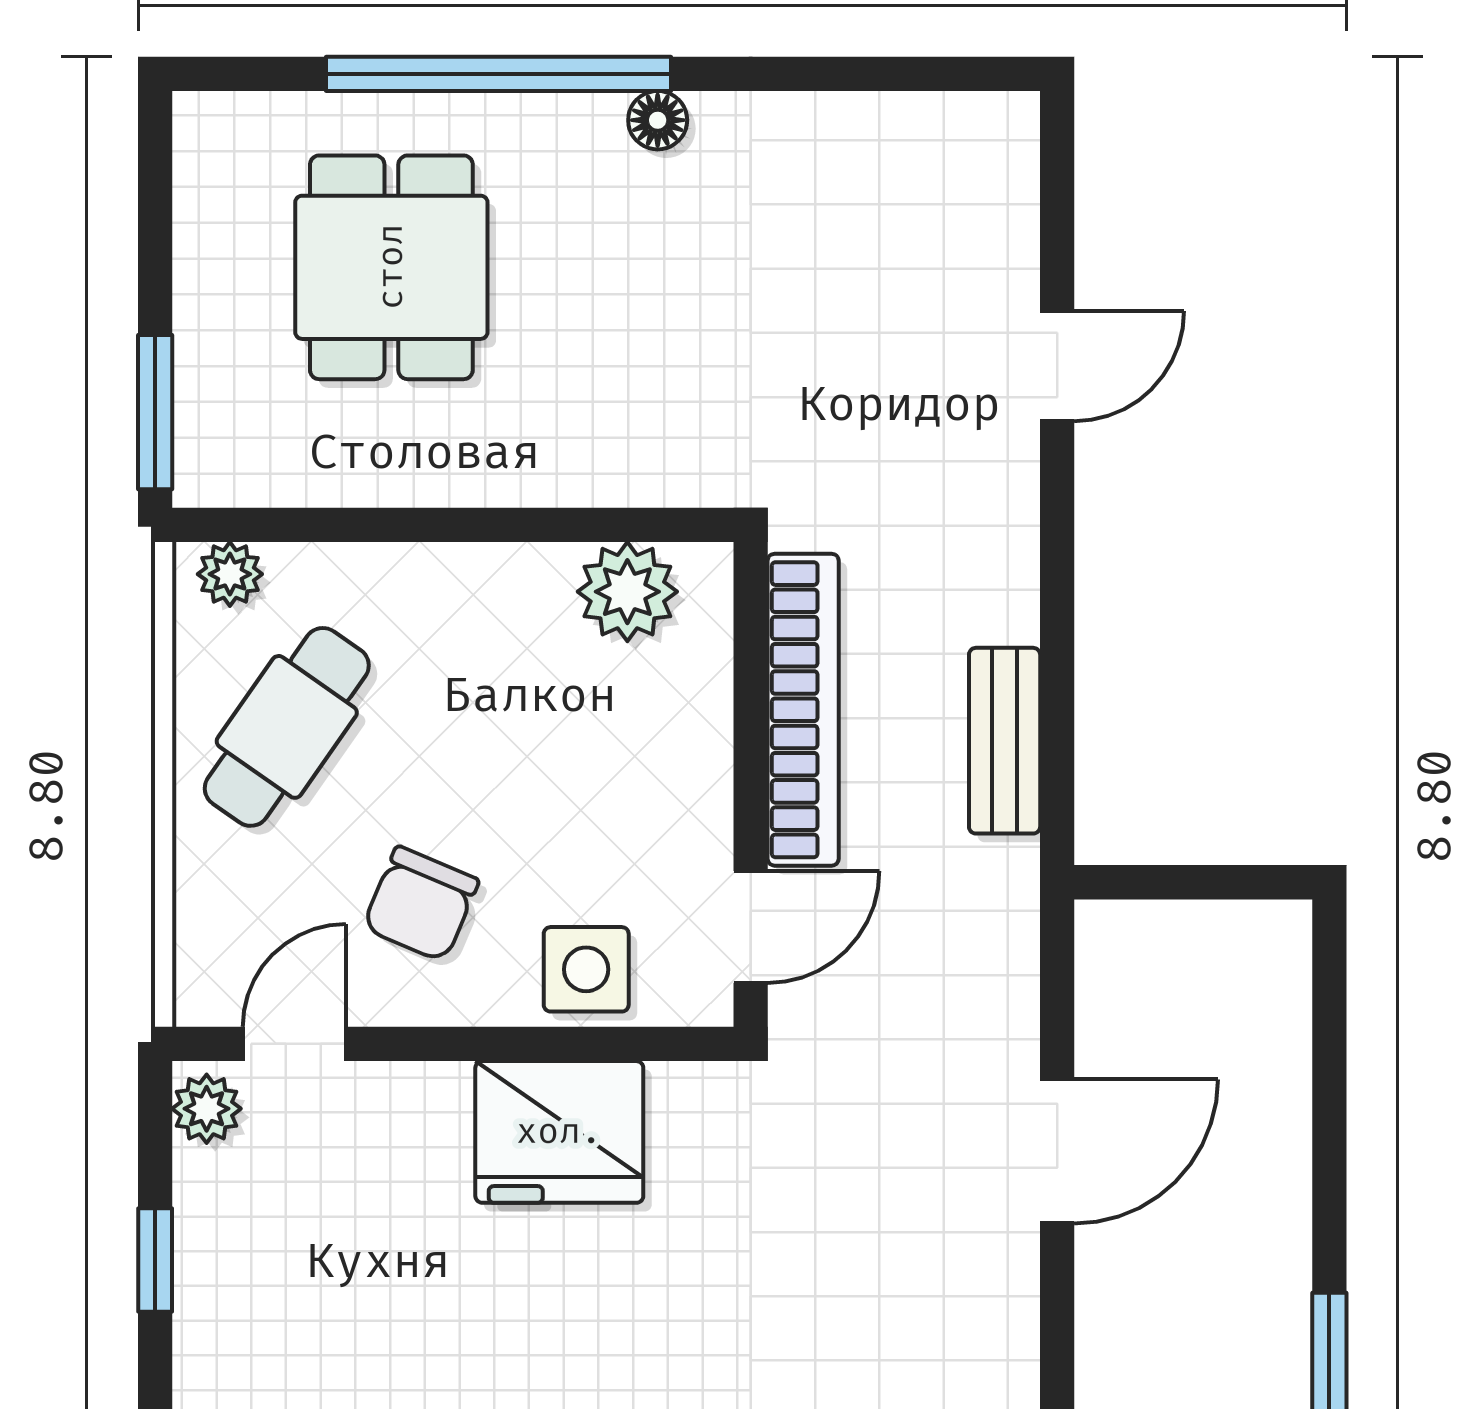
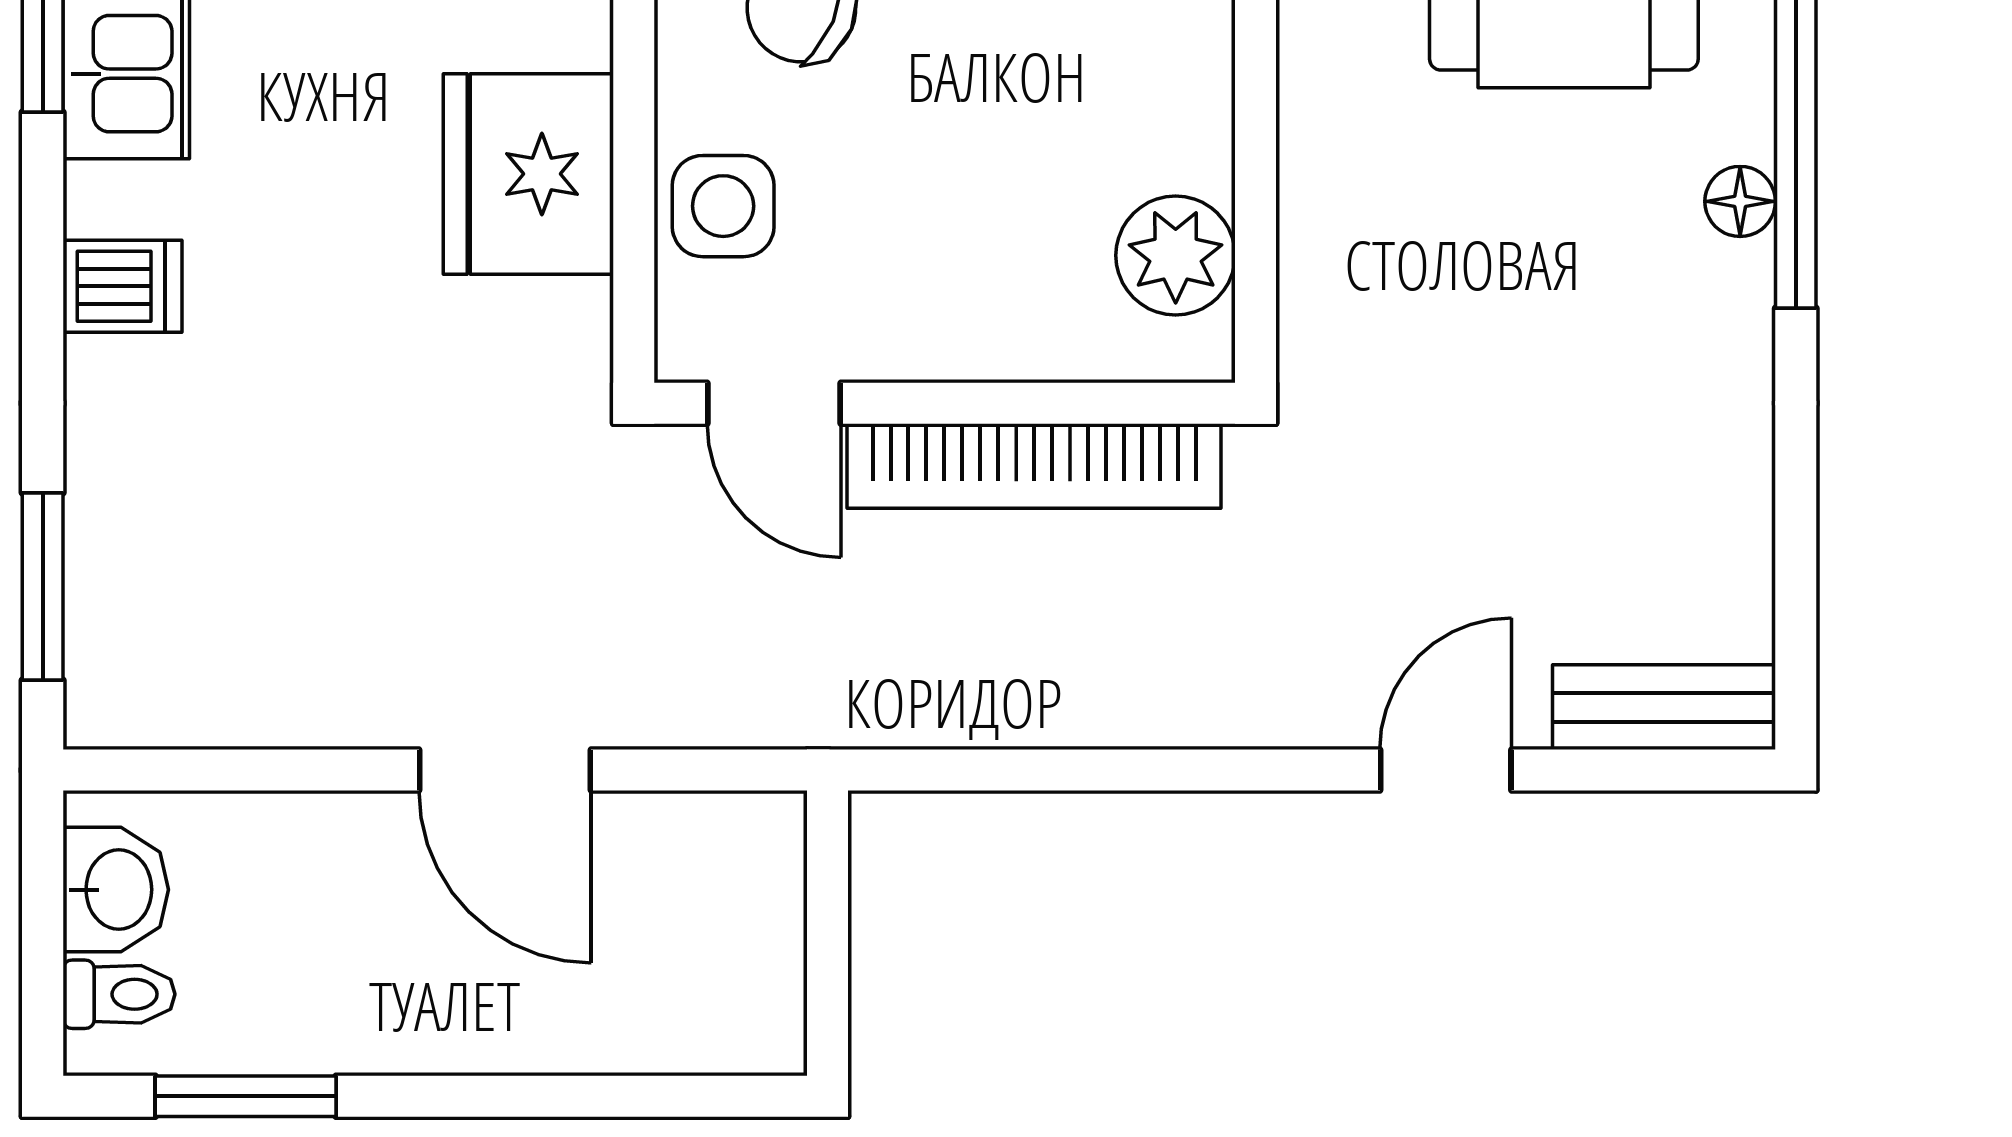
floor lamp: (658, 120) -> (1740, 201), moved
door: (1057, 366) -> (1446, 770), swing flipped
bench: (1005, 741) -> (1664, 707), moved

